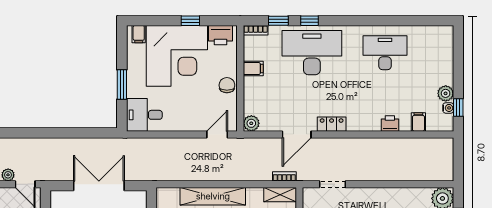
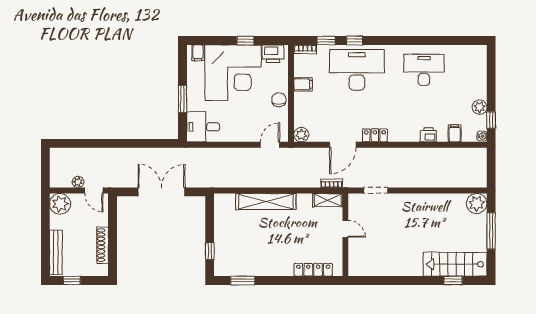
water cooler: (448, 108) -> (482, 136), moved

